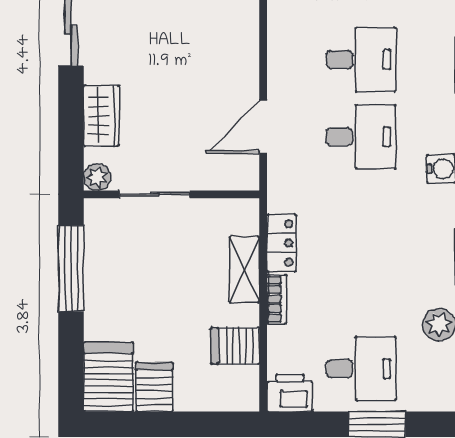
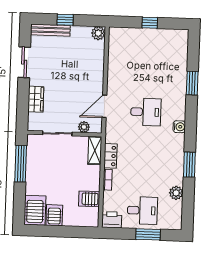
desk: (361, 59) -> (147, 79), removed
plant: (97, 177) -> (84, 127), moved
shelving: (244, 269) -> (95, 150), moved

